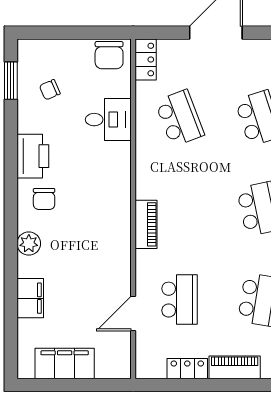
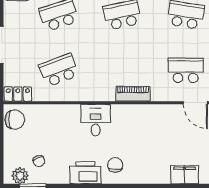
desk: (108, 120) -> (96, 120), moved
chair: (44, 199) -> (115, 165), turned -90
plant: (29, 244) -> (20, 176), moved

